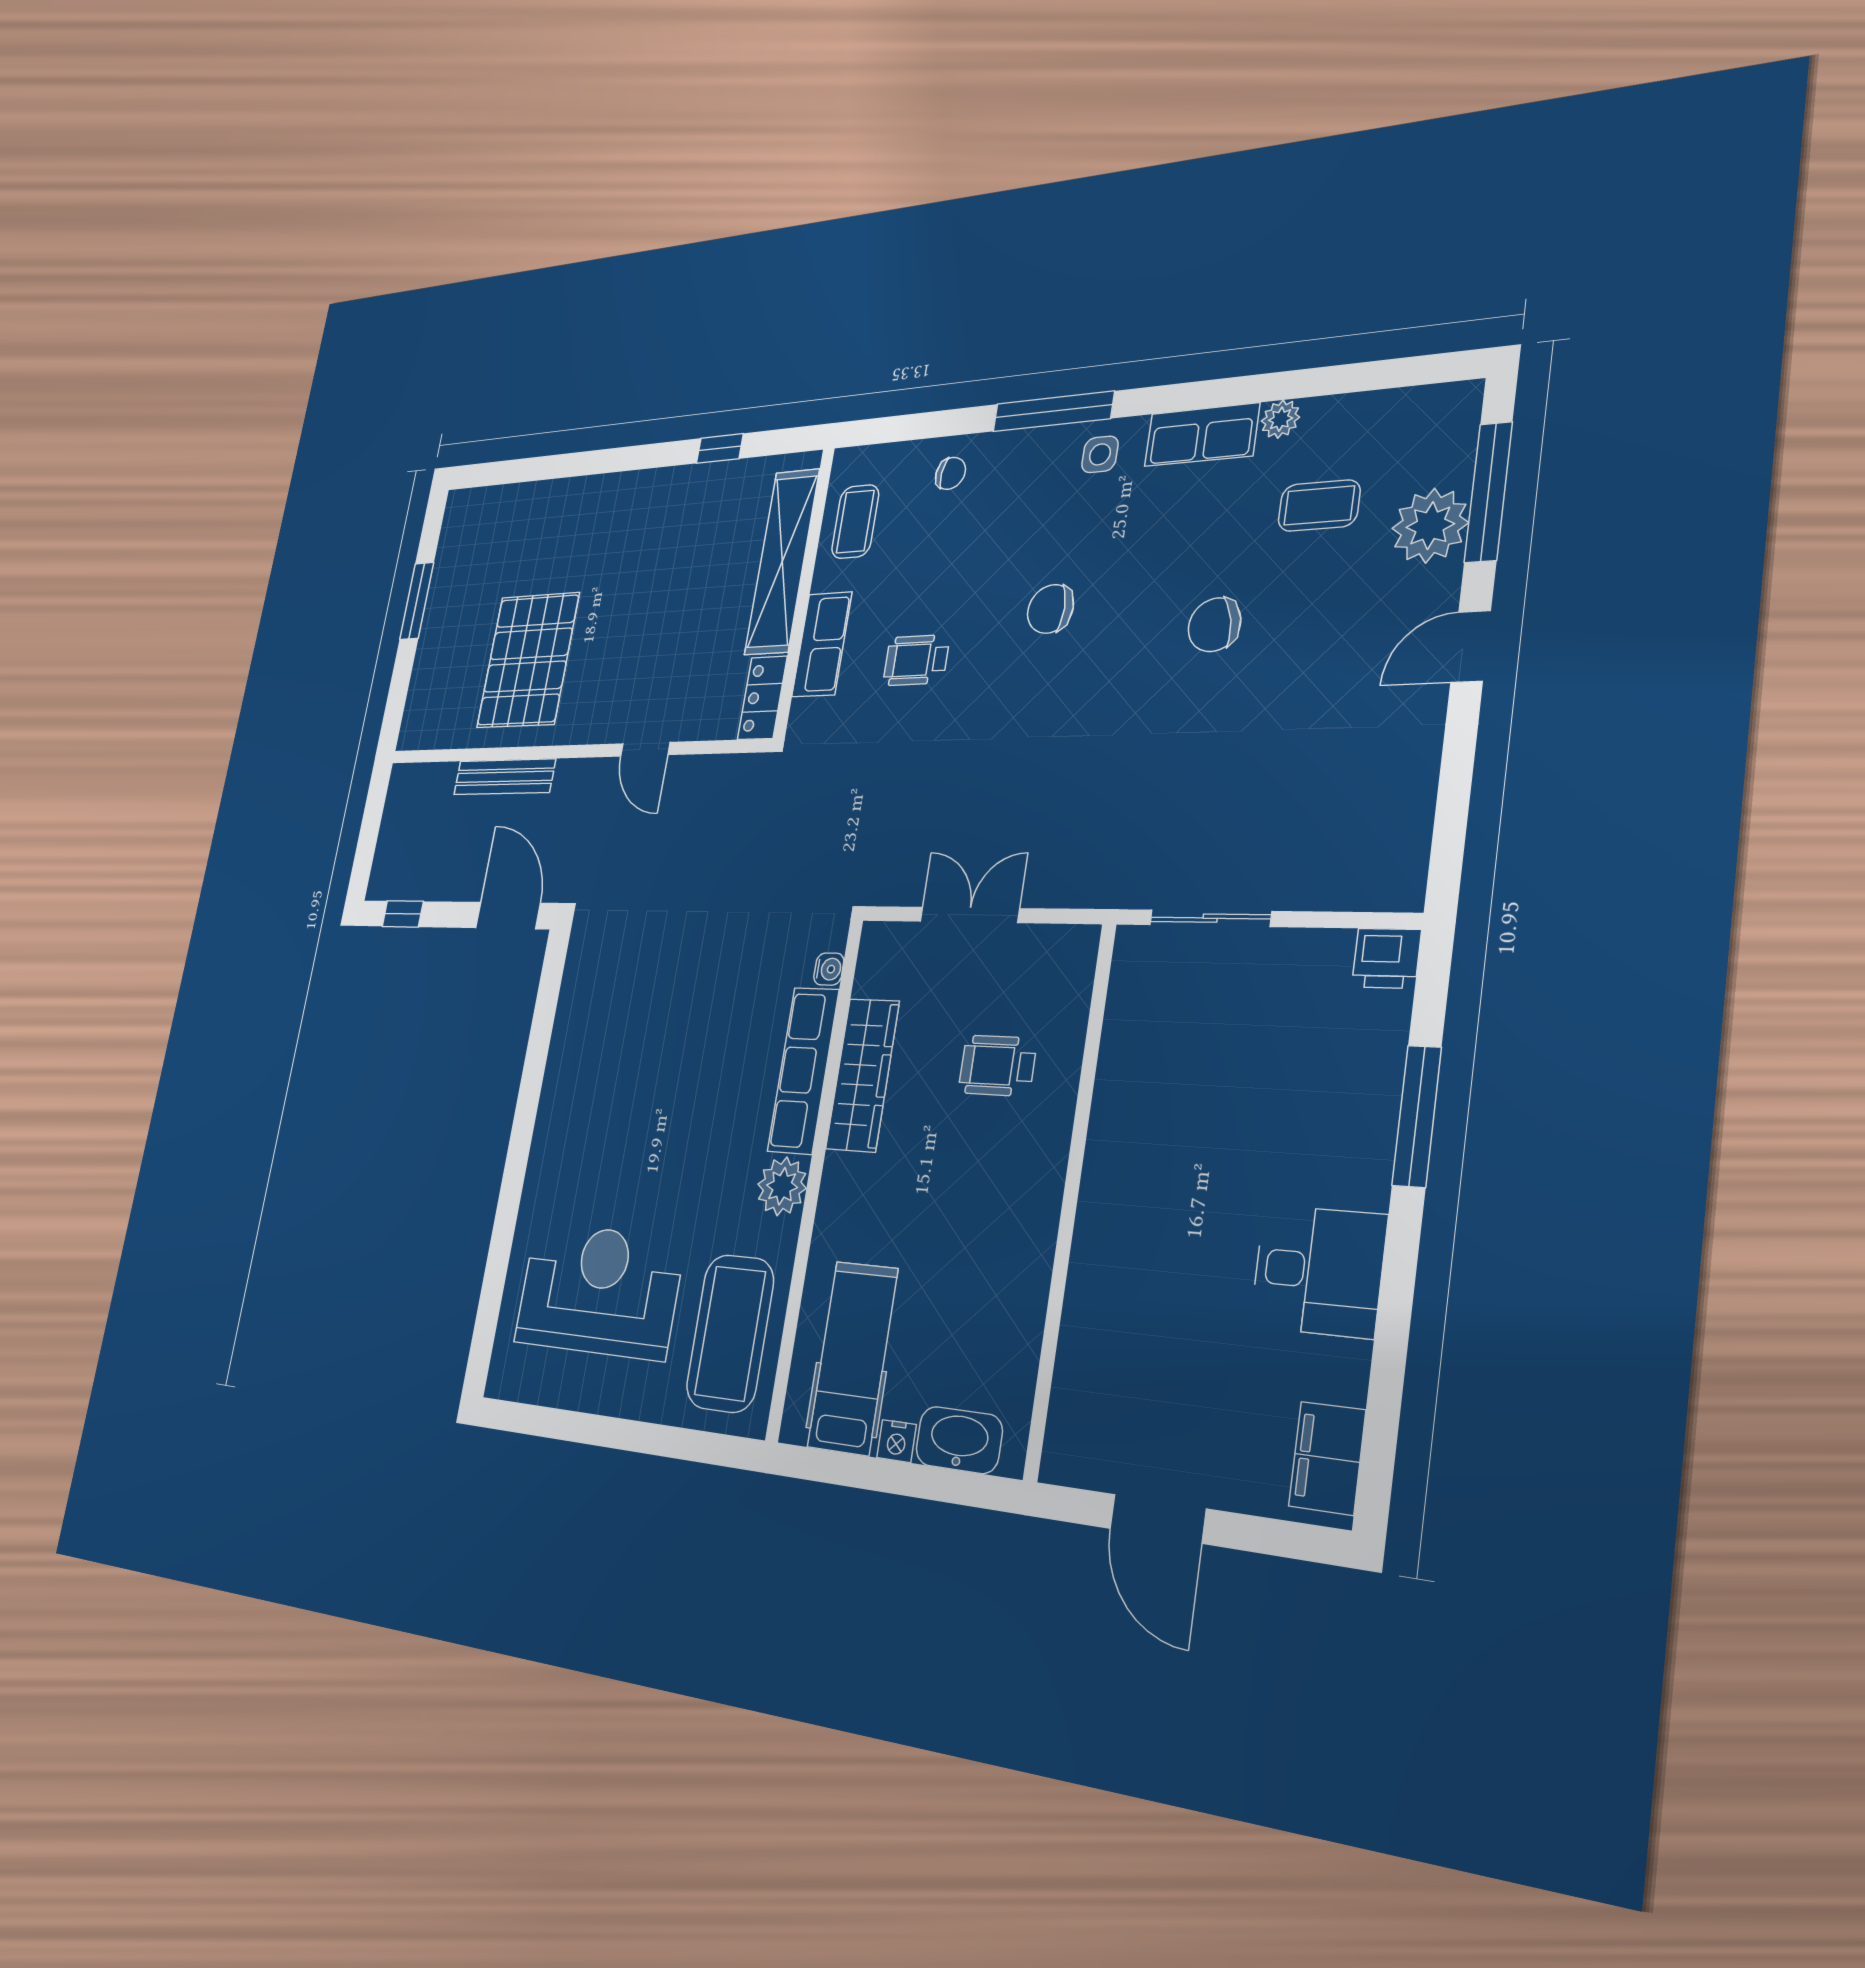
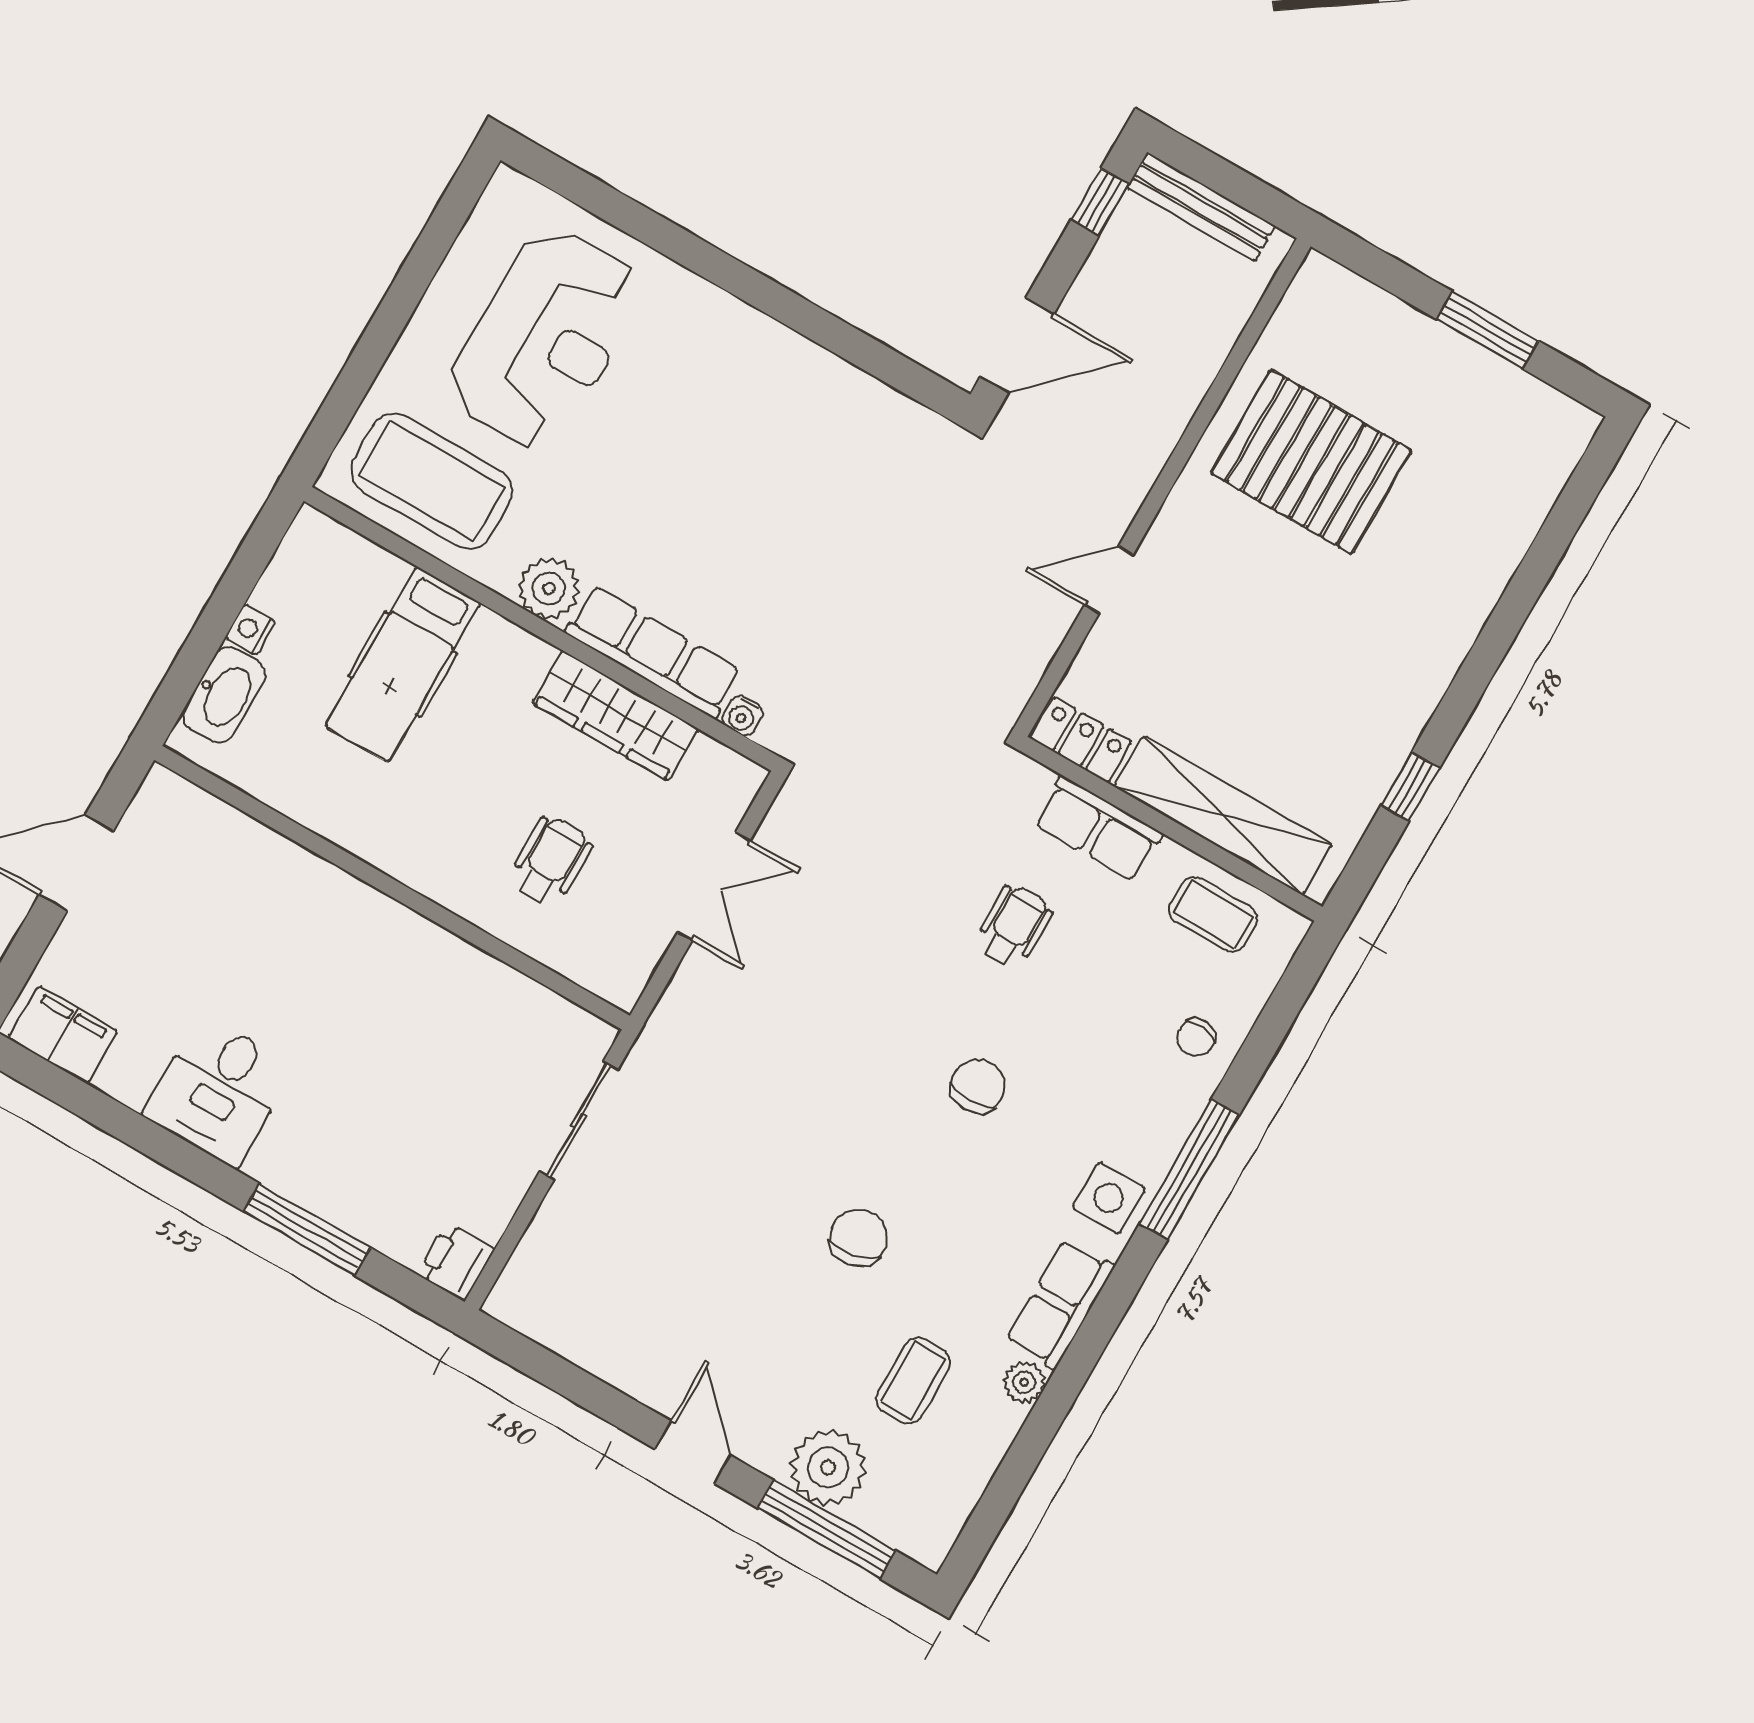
side table: (1100, 454) -> (1109, 1198), width x1.37, depth x1.37
bench: (504, 777) -> (1201, 207), moved, turned 90
hospital bed: (853, 1358) -> (403, 664), moved, turned 90

